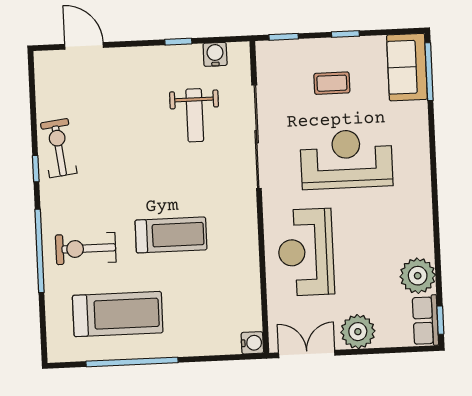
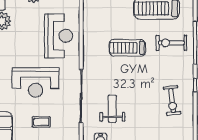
exercise bike: (59, 148) -> (172, 101), moved
exercise bike: (86, 248) -> (171, 43), turned 180

